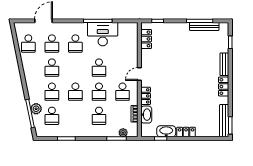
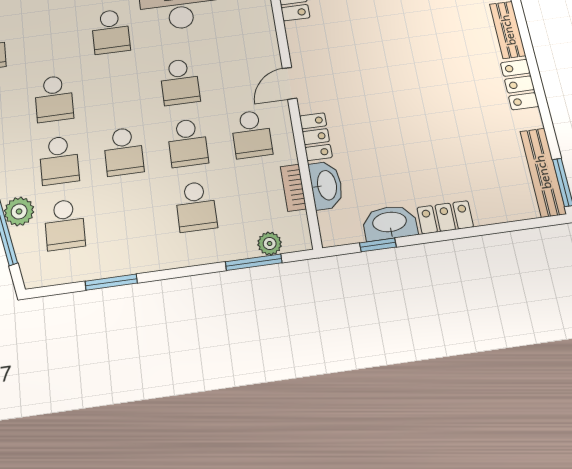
school desk: (52, 44) -> (49, 40), removed

